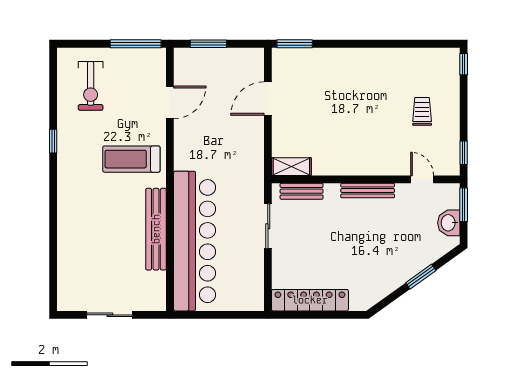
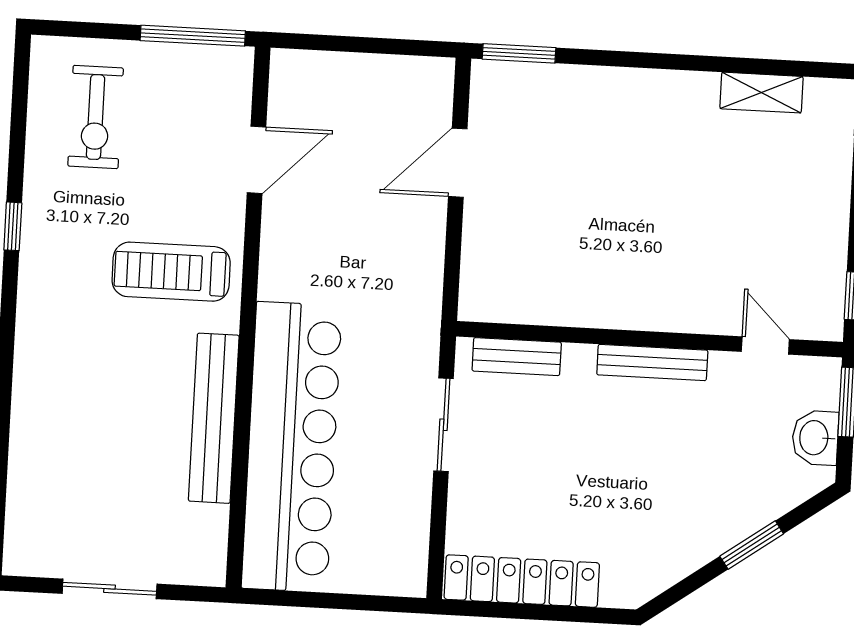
window: (208, 44) -> (342, 44), removed
trolley: (422, 111) -> (773, 206), removed
shelving: (291, 167) -> (761, 93), moved

